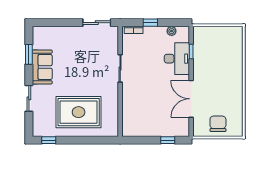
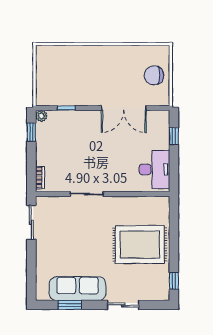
window: (150, 23) -> (31, 132), moved
plant: (172, 31) -> (41, 116), moved
desk: (177, 59) -> (154, 169), moved, turned 90
sofa: (42, 67) -> (78, 289), width x1.36
rug: (79, 112) -> (140, 245), turned 90

